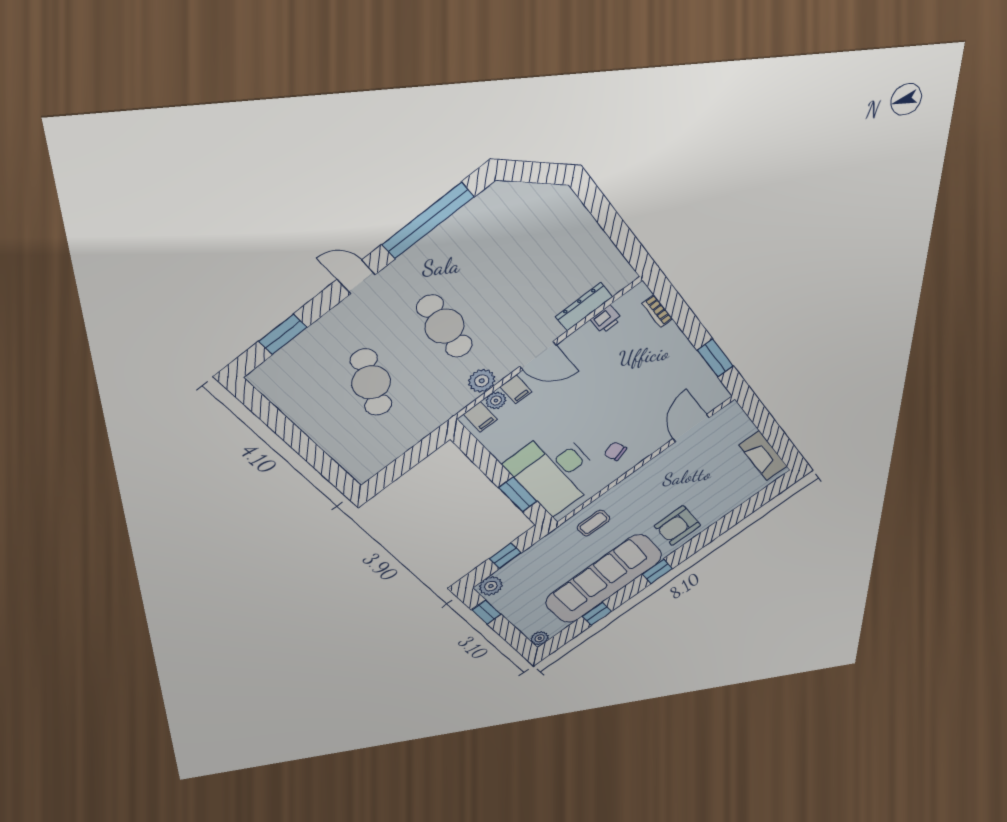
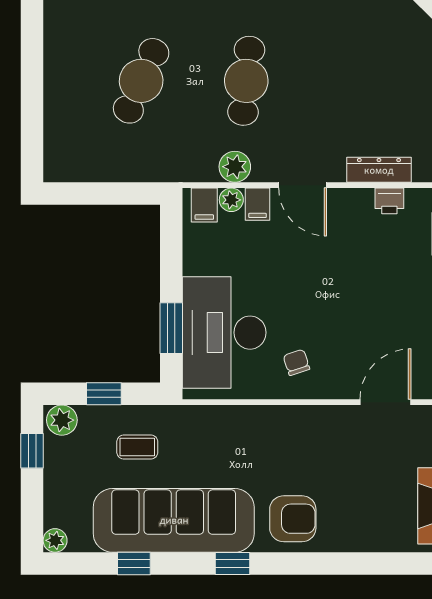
coffee table: (593, 523) -> (137, 447), moved
armchair: (677, 526) -> (293, 519), turned 180

